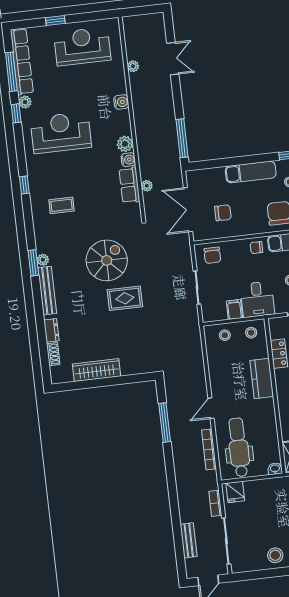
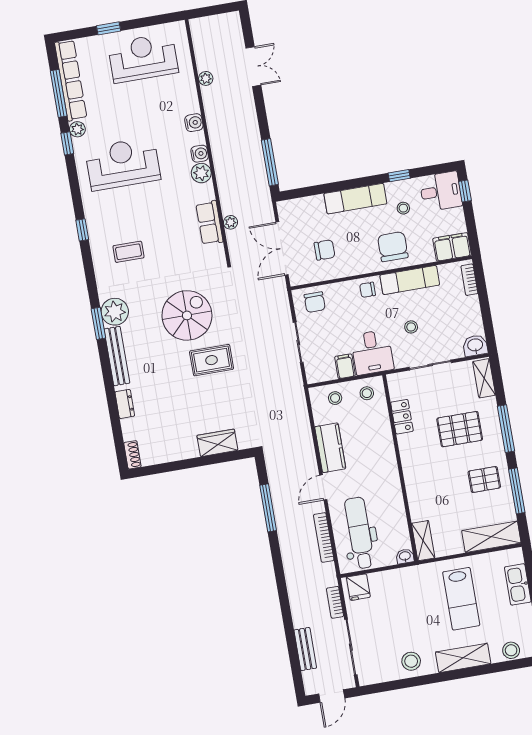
water cooler: (128, 160) -> (200, 154), moved
plant: (43, 260) -> (115, 312), width x1.87, depth x1.87
shoe rack: (53, 354) -> (132, 455), moved
wardrobe: (97, 370) -> (217, 443), moved, width x0.67
kitchen counter: (262, 378) -> (330, 448), moved, turned 180

